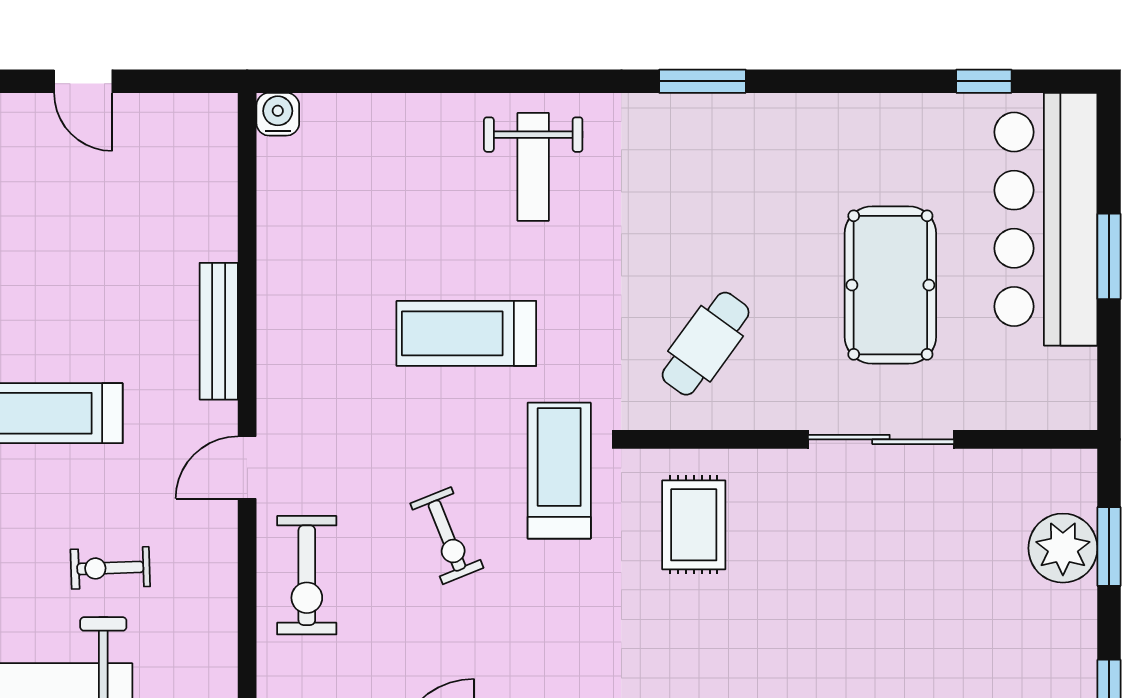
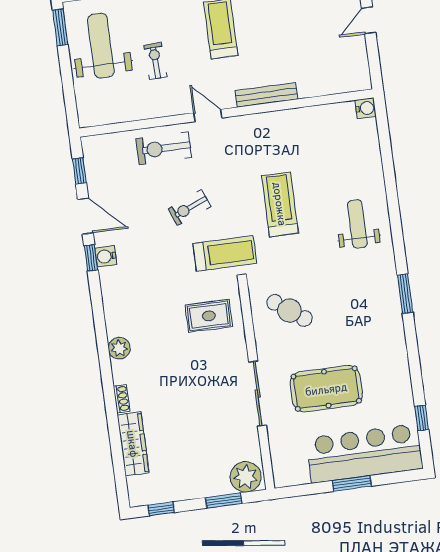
weight bench: (533, 167) -> (357, 224), turned 90
plant: (1063, 548) -> (246, 477), moved

